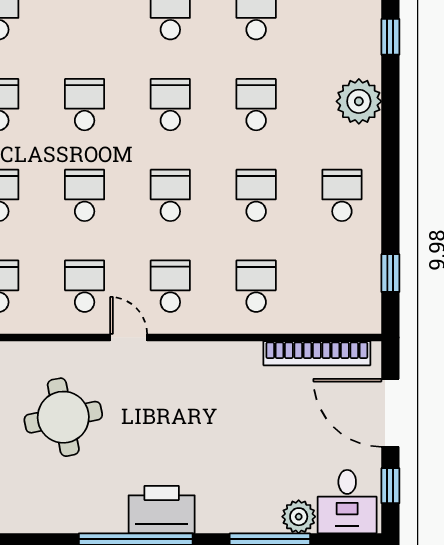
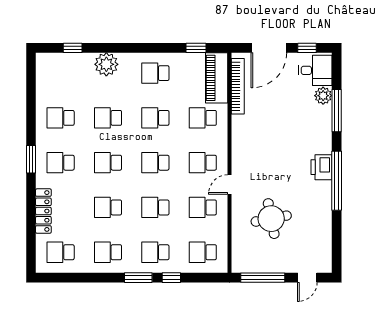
piano: (333, 313) -> (217, 78), added
printer: (162, 510) -> (321, 167), width x0.73, depth x0.84

